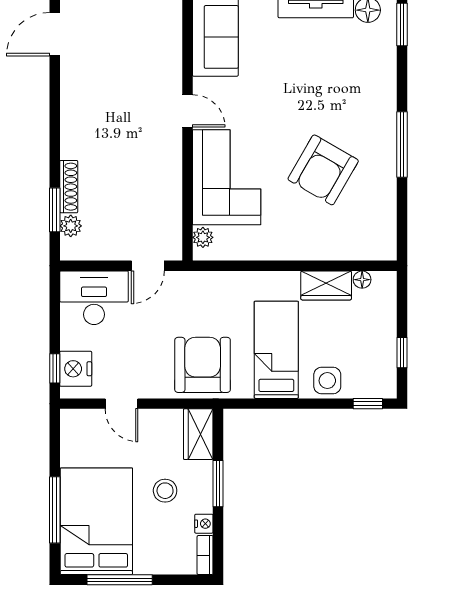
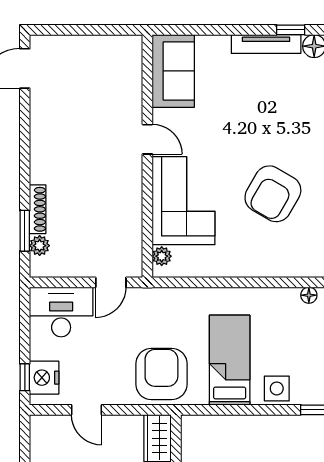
wardrobe: (326, 285) -> (276, 301), removed

